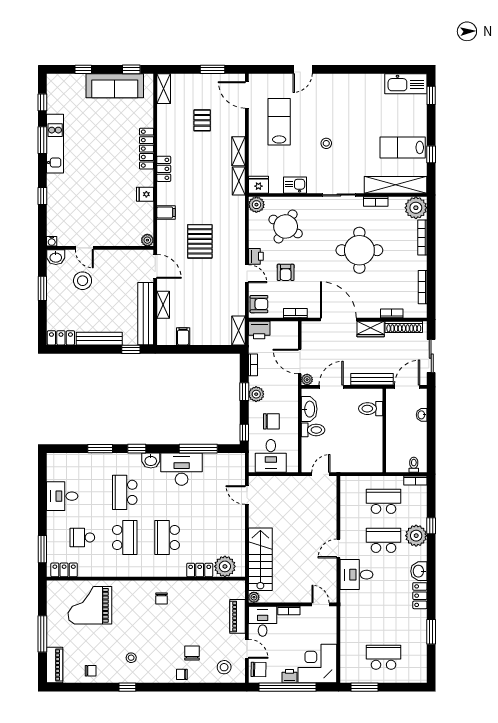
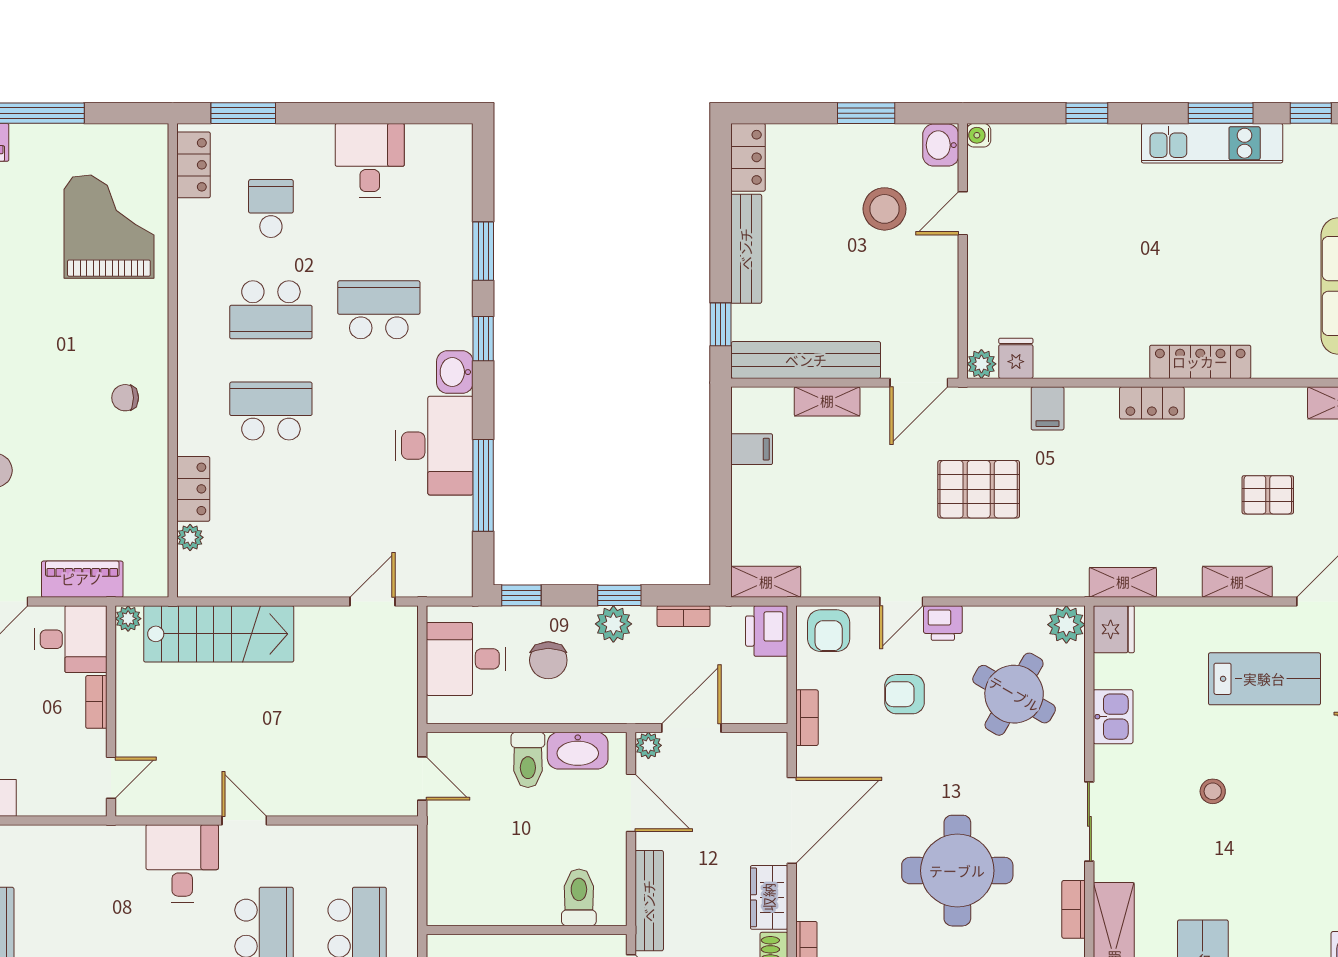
shelving: (239, 151) -> (1237, 582), moved
fridge: (145, 194) -> (1016, 358), moved
plant: (225, 566) -> (190, 537), width x0.53, depth x0.53

